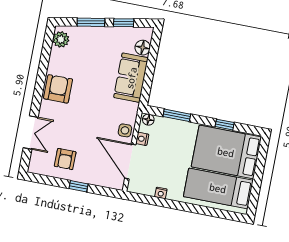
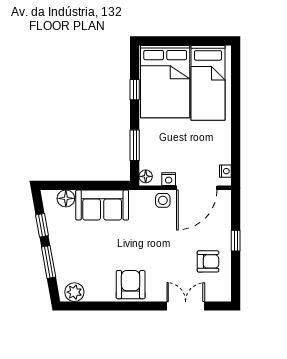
armchair: (58, 89) -> (131, 285), turned 90
nightstand: (161, 193) -> (225, 171), moved

